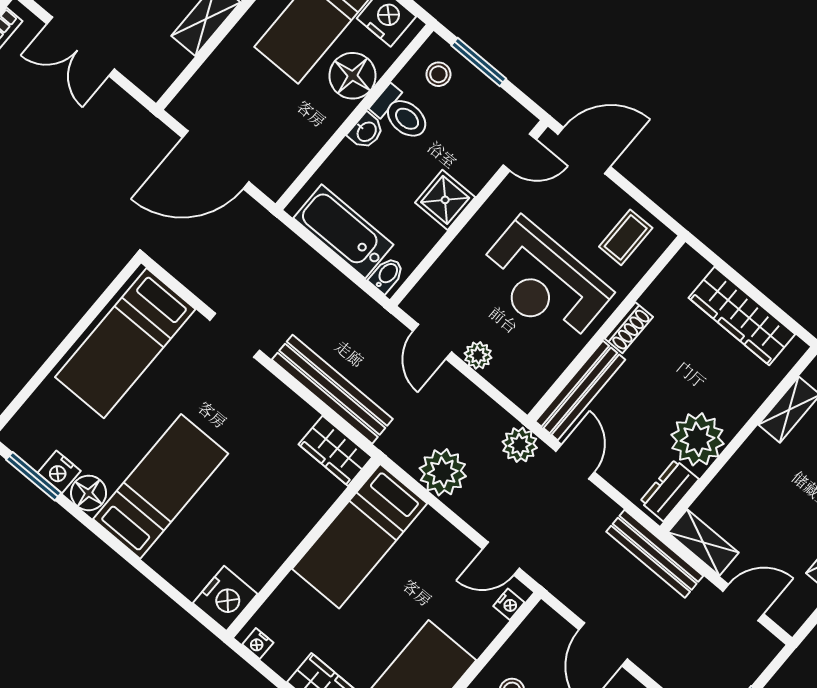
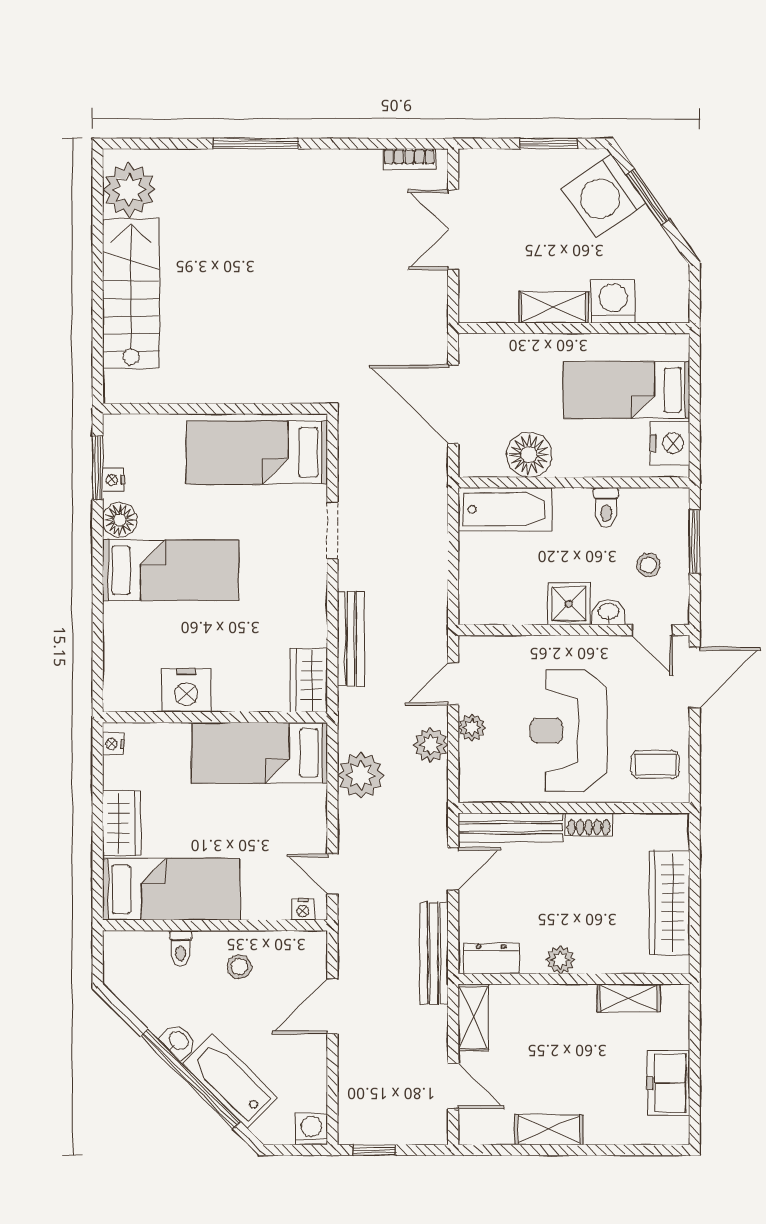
stool: (438, 74) -> (648, 565), moved
floor lamp: (353, 76) -> (529, 455), moved
toilet: (401, 114) -> (606, 508), width x0.73, depth x0.72
washbasin: (366, 131) -> (609, 612), moved, turned 180
door: (584, 150) -> (695, 678), hinge flipped
bathtub: (343, 231) -> (506, 509), moved, turned 90
bidet: (387, 275) -> (475, 607), removed
bench: (332, 389) -> (351, 639), width x0.73, depth x0.82
plant: (697, 439) -> (560, 960), width x0.53, depth x0.53
plant: (520, 445) -> (431, 745), moved
nightstand: (59, 472) -> (113, 480), width x0.72, depth x0.74
bench: (655, 554) -> (434, 953), moved
nightstand: (225, 598) -> (186, 691), moved

